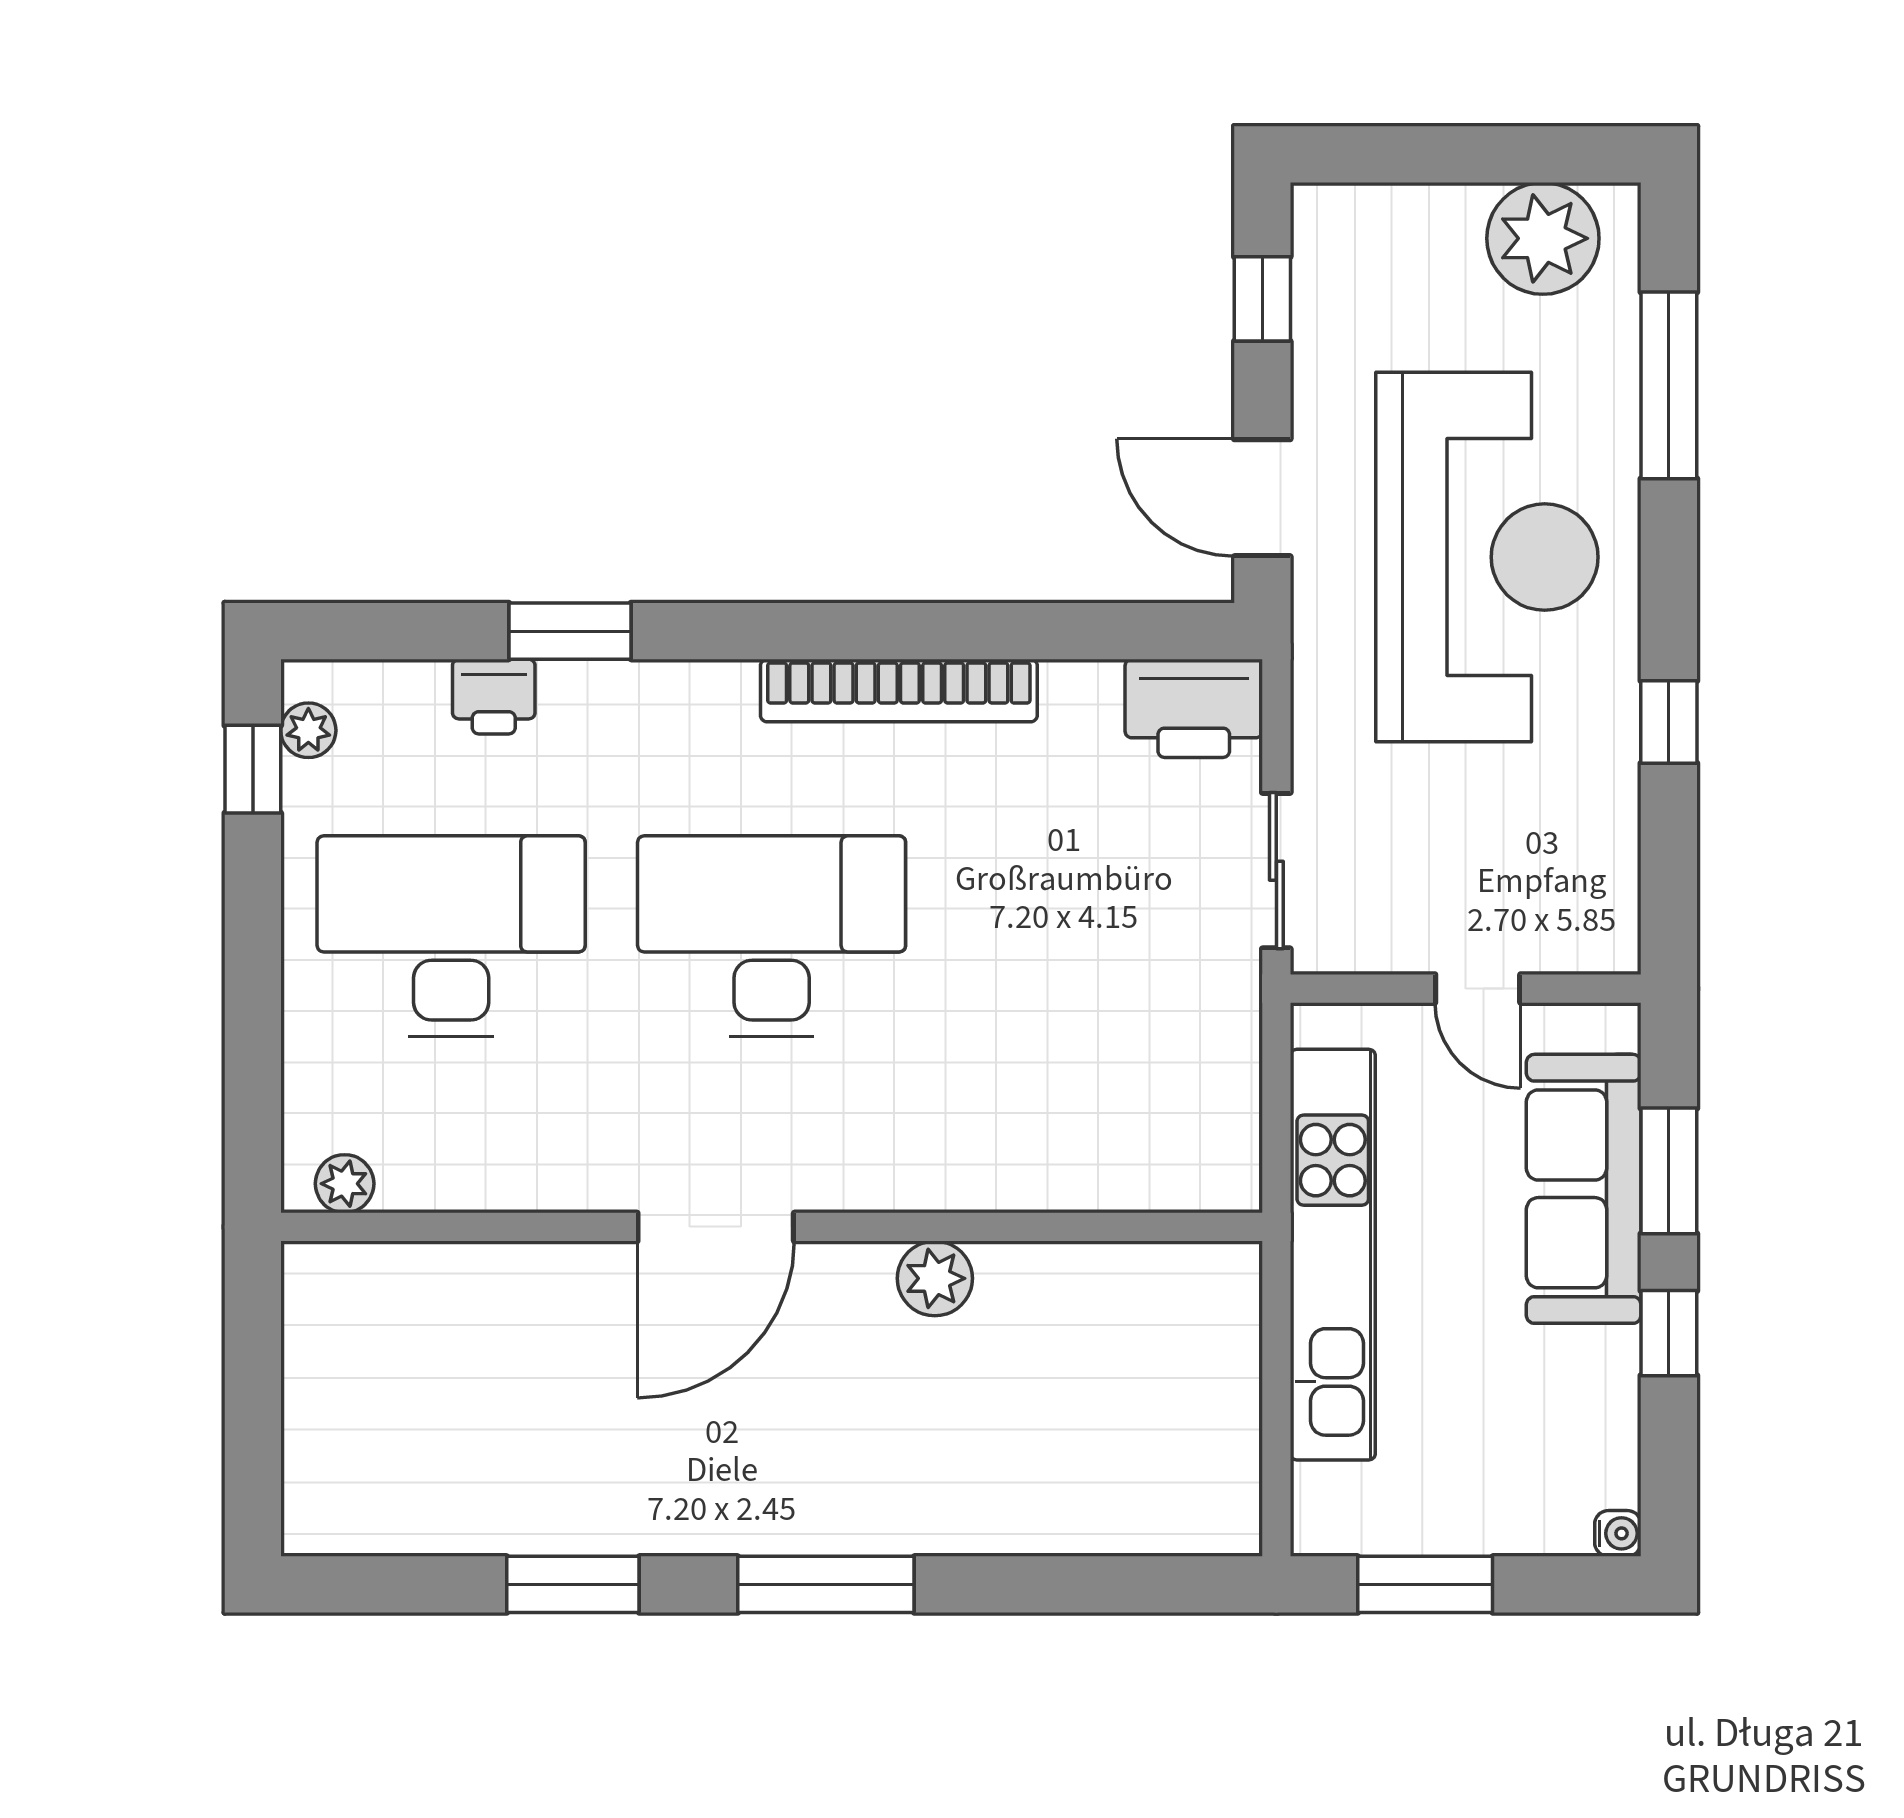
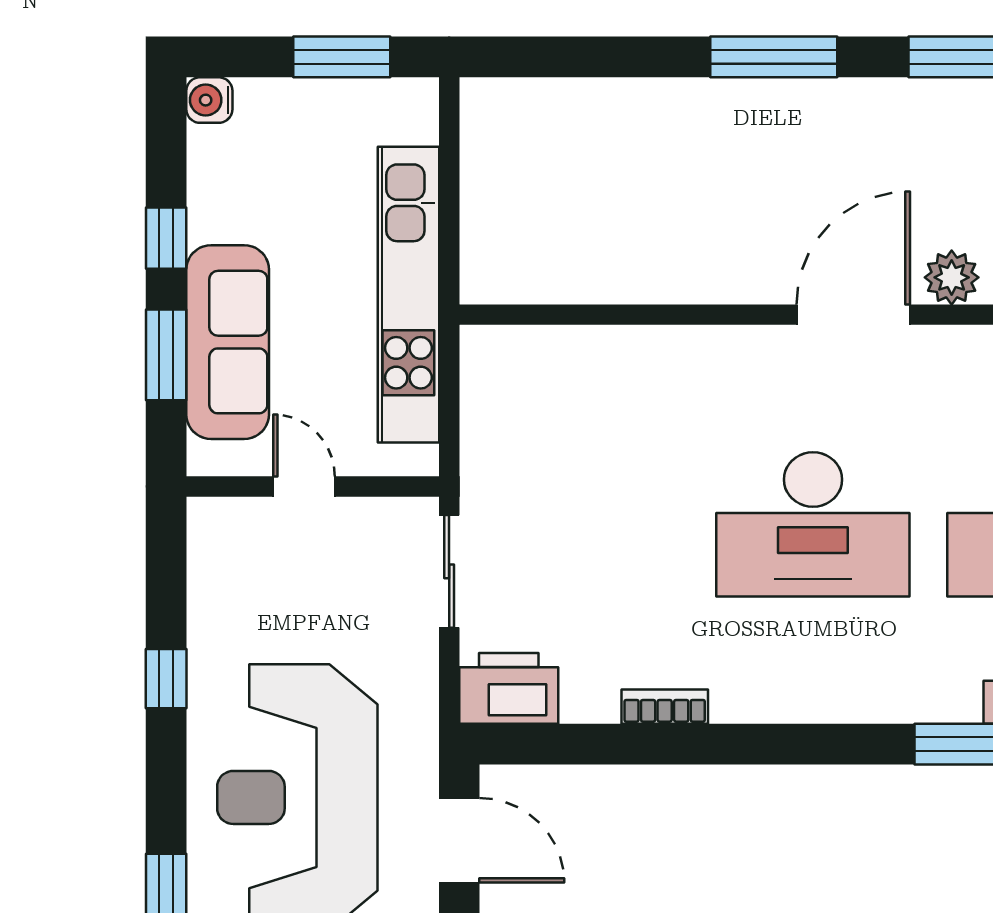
bookcase: (899, 690) -> (665, 707), width x0.43, depth x0.76
plant: (935, 1278) -> (952, 277), moved
water cooler: (1618, 1533) -> (209, 100), width x1.38, depth x1.38

